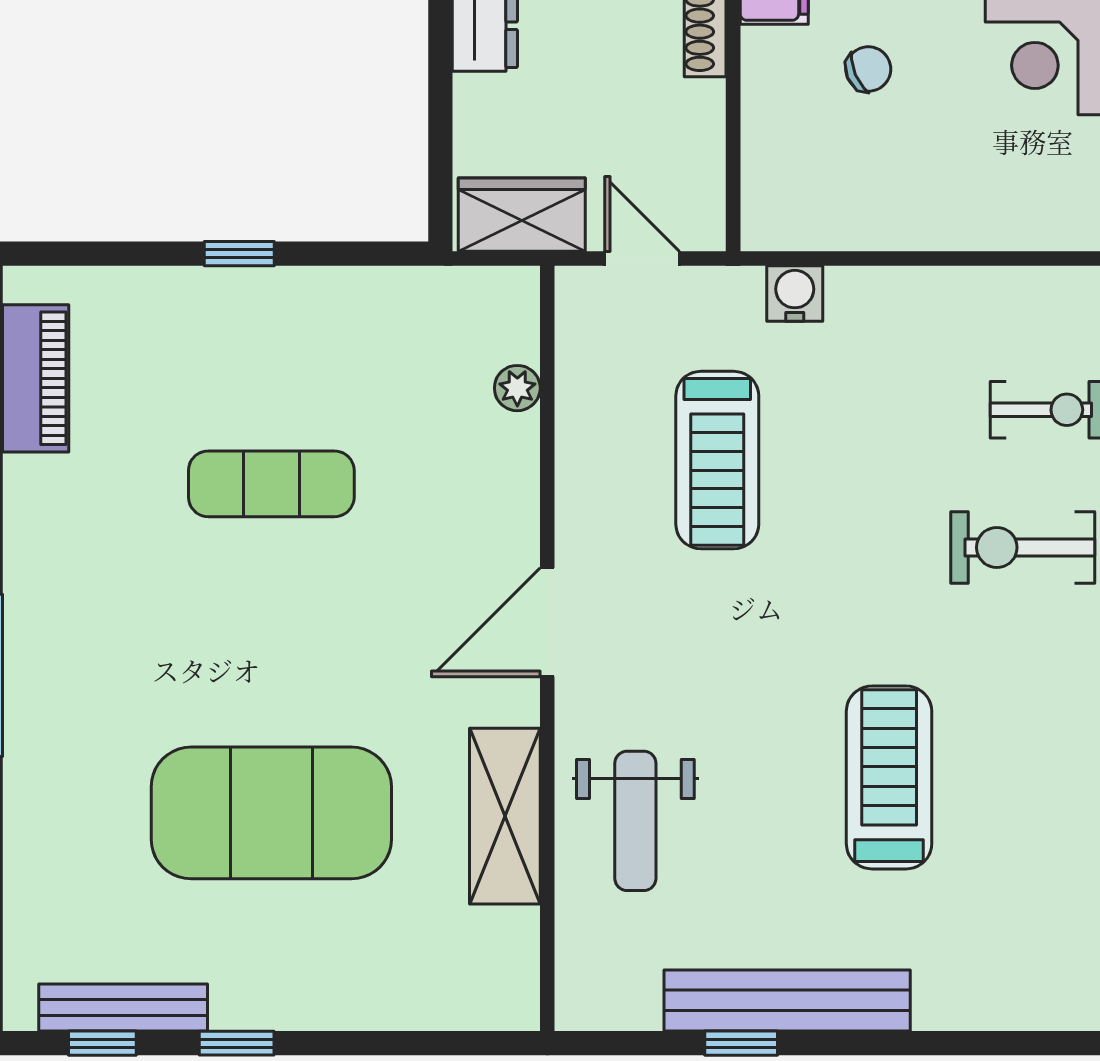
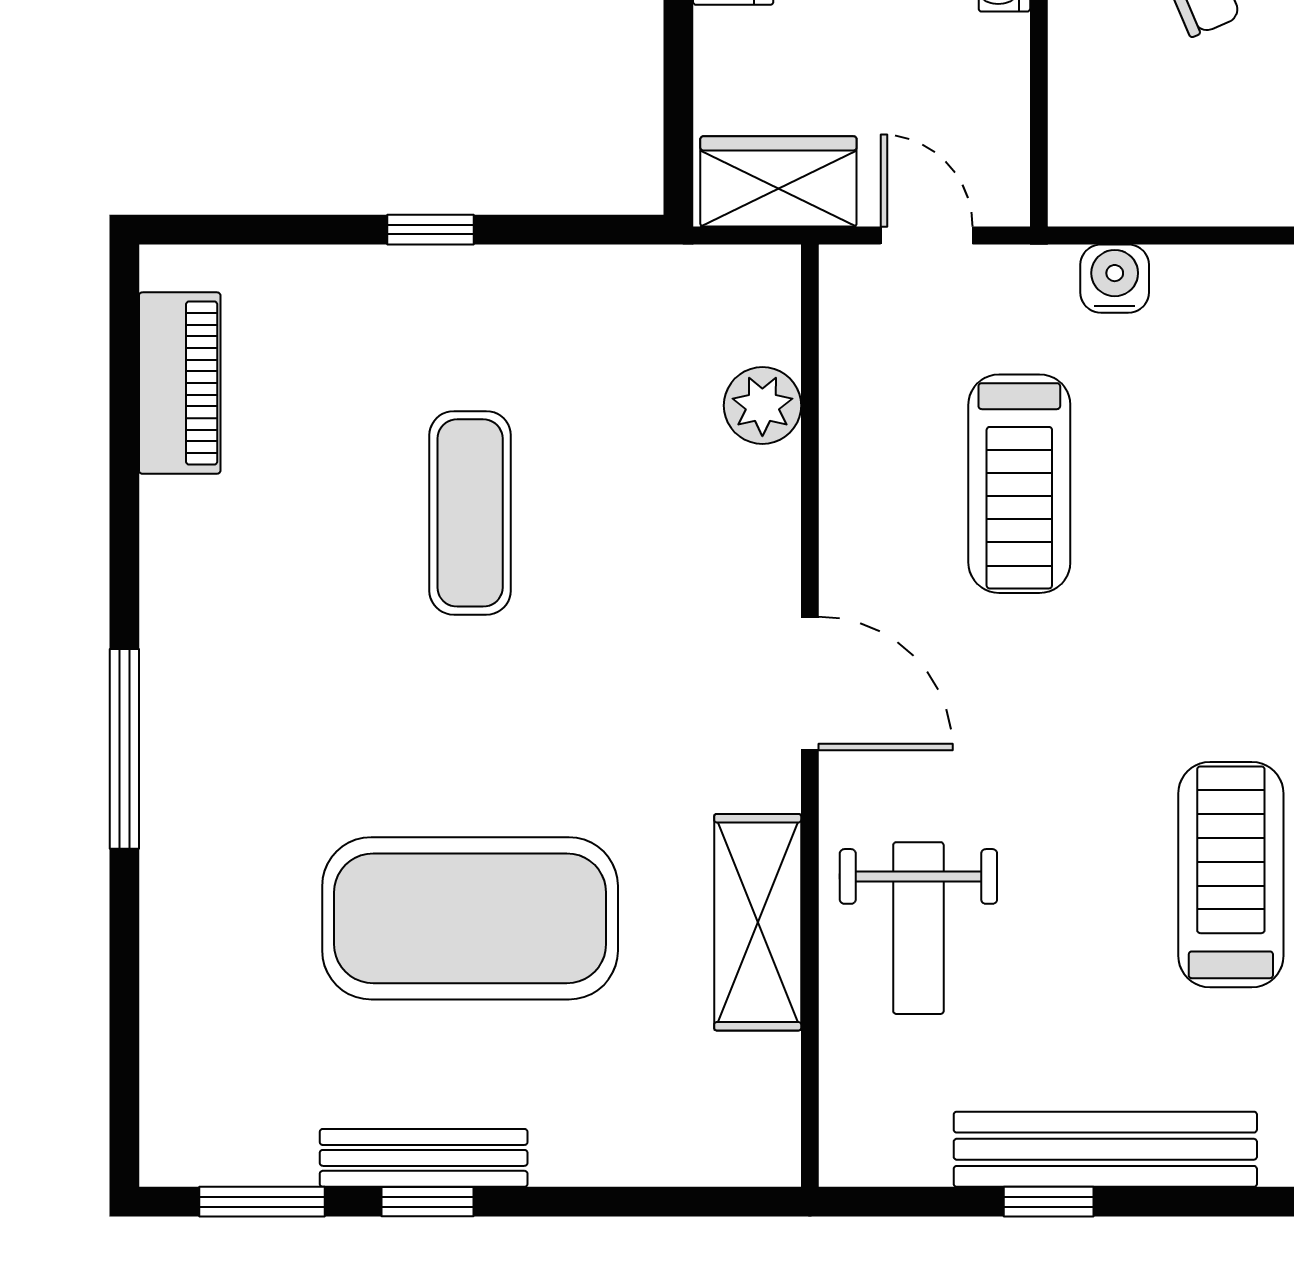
plant: (517, 388) -> (762, 406), width x1.38, depth x1.38
exercise mat: (271, 484) -> (470, 513), turned 90
door: (547, 622) -> (810, 683), swing flipped
bench: (123, 1007) -> (424, 1158), moved
window: (102, 1043) -> (262, 1202), width x1.50

